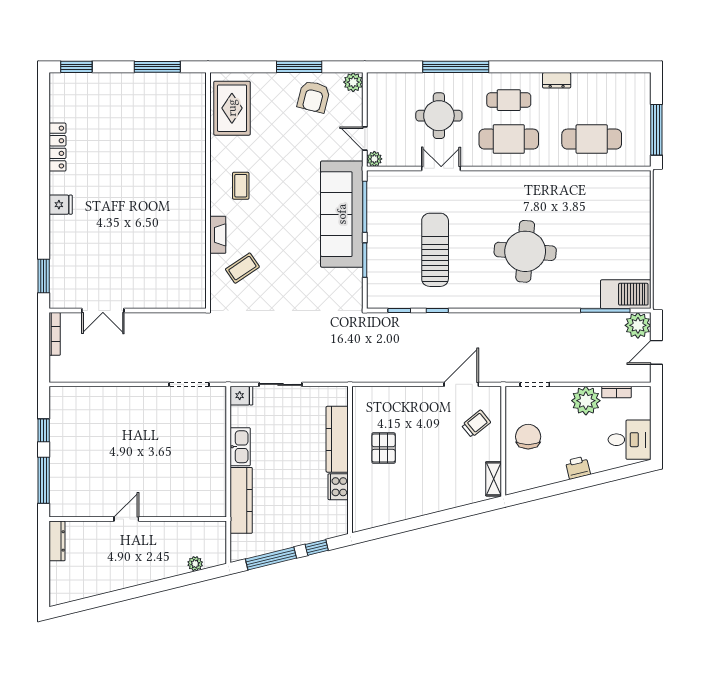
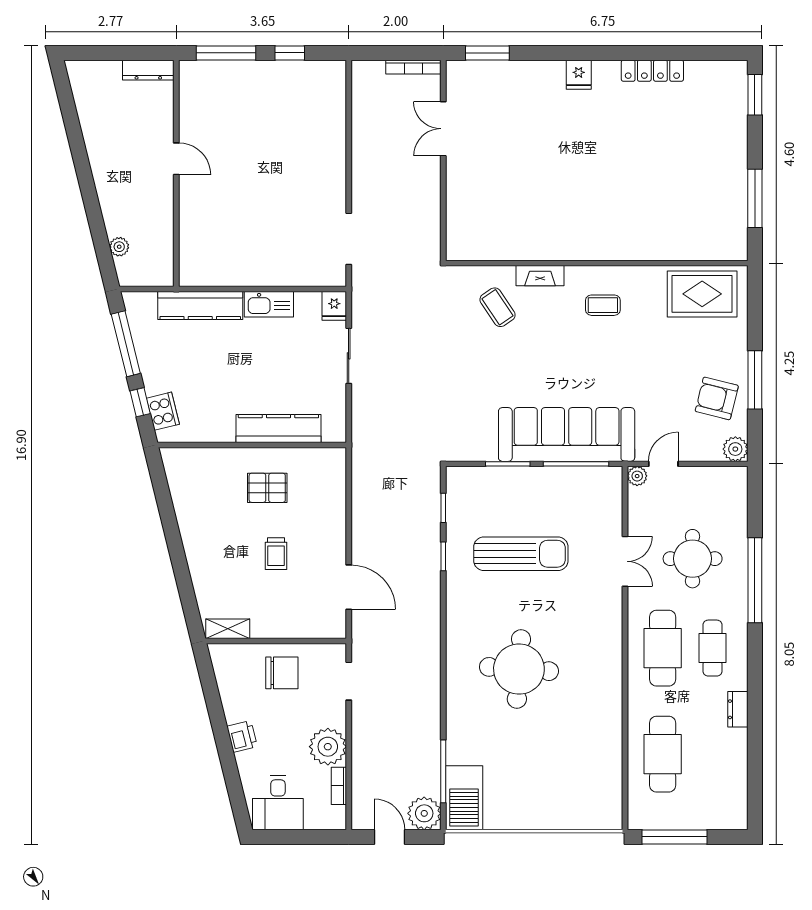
trolley: (476, 424) -> (276, 554), moved, turned 39
cooker: (338, 487) -> (163, 411), moved, turned 76

